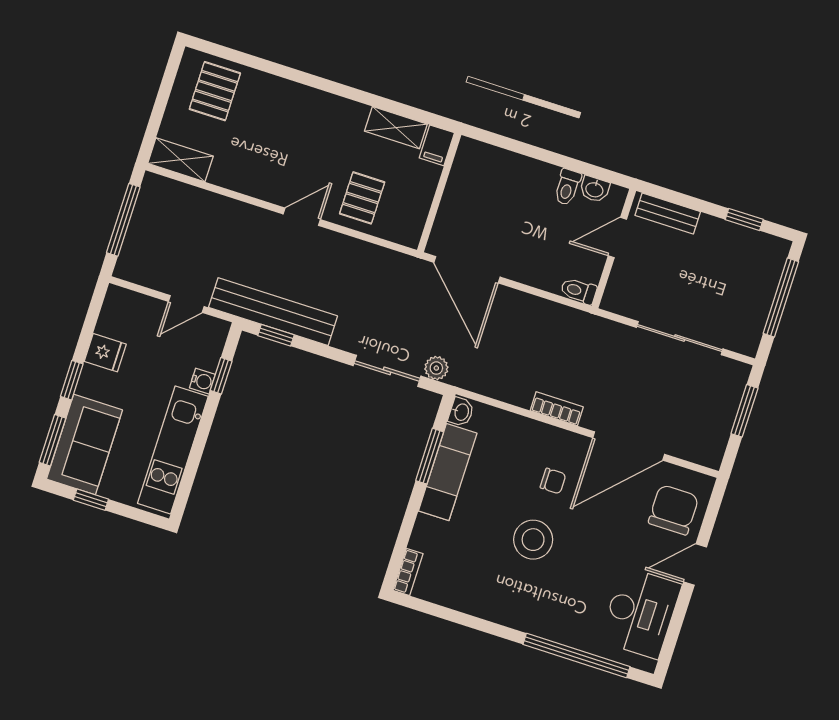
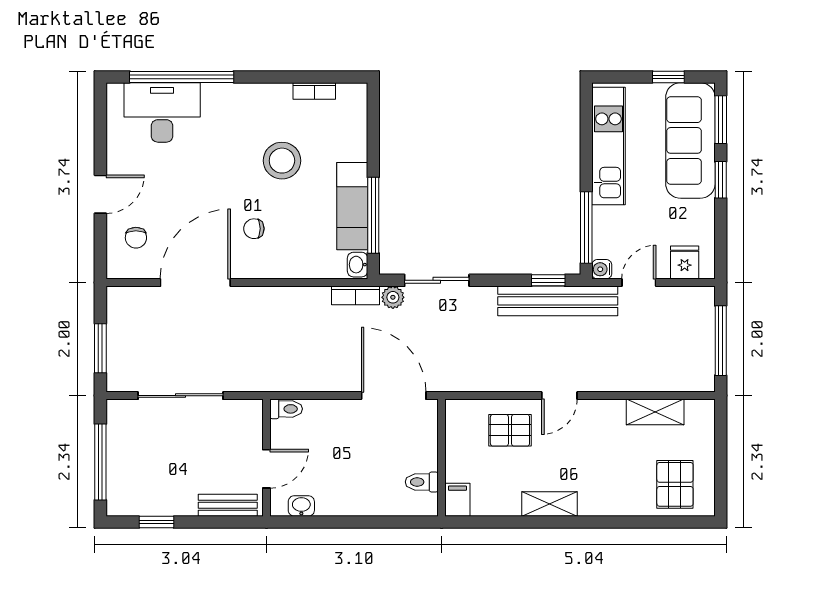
shelving: (396, 128) -> (550, 504), moved
shelving: (180, 160) -> (655, 412), moved
toilet: (567, 187) -> (422, 482), moved, turned -90
pallet: (362, 198) -> (510, 430), turned 90
fridge: (105, 353) -> (685, 262), moved, turned 90
window: (221, 376) -> (586, 227), width x2.17
water cooler: (202, 381) -> (602, 269), moved
bookcase: (557, 409) -> (356, 295), moved
sofa: (84, 444) -> (690, 140), width x1.36
window: (430, 456) -> (373, 215), width x1.44
chair: (674, 510) -> (136, 238), width x0.54, depth x0.54
stool: (533, 540) -> (282, 161), moved
bookcase: (408, 572) -> (314, 91), moved, turned -90
desk: (641, 613) -> (162, 112), moved, turned 90

